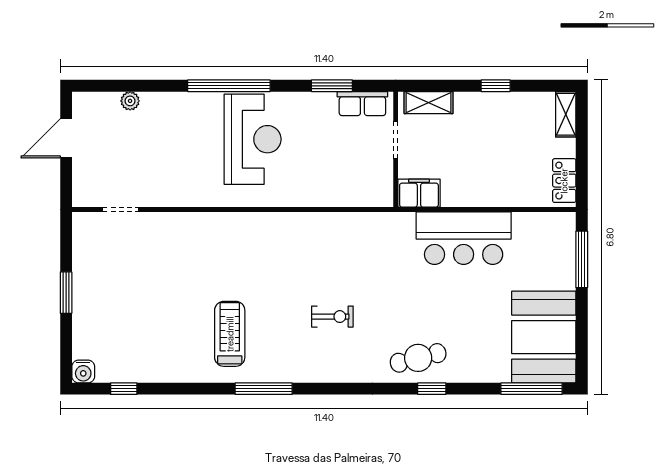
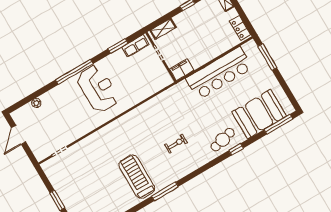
bar counter: (464, 238) -> (219, 73), width x1.36
treadmill: (230, 334) -> (137, 177), width x1.37, depth x1.38
booth: (544, 337) -> (259, 114), moved, turned 90

